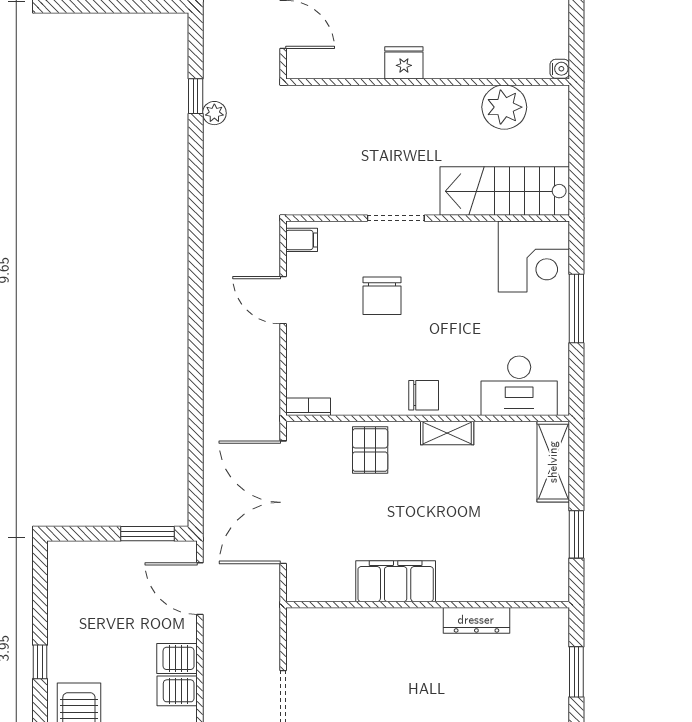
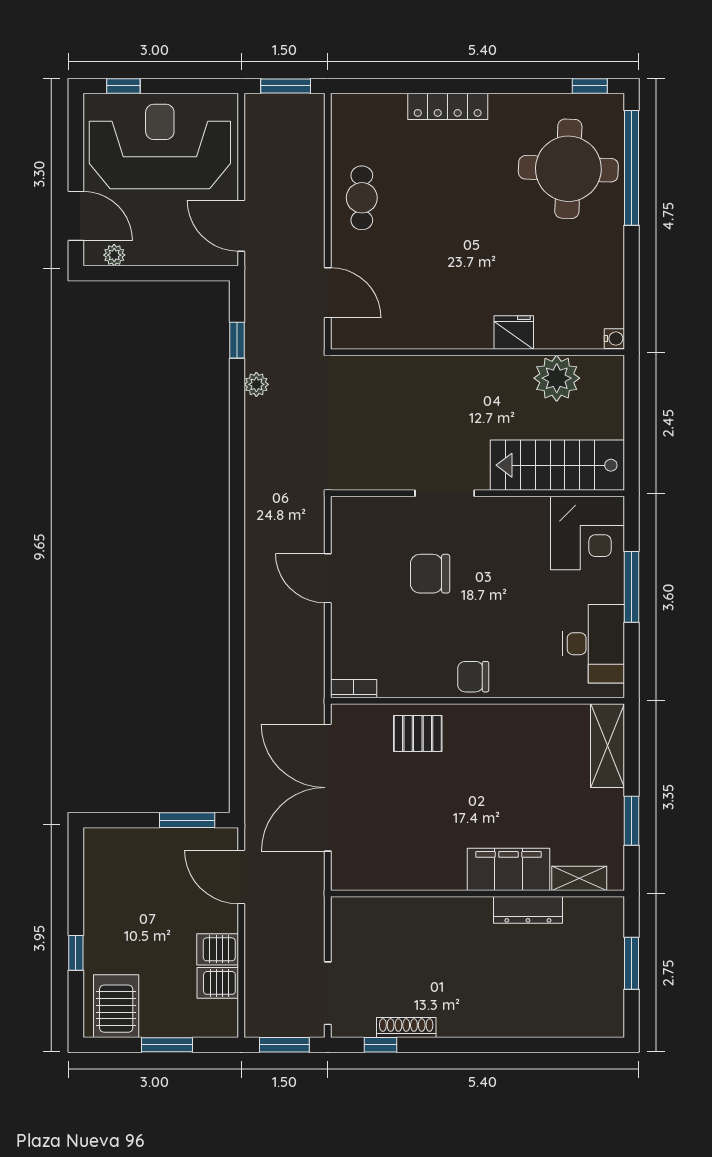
fridge: (404, 63) -> (514, 332), moved
window: (196, 96) -> (237, 340), moved
filing cabinet: (302, 240) -> (347, 516), removed
chair: (382, 296) -> (430, 574), turned 90
desk: (519, 386) -> (593, 644), moved, turned -90
chair: (424, 395) -> (473, 677), turned 180
shelving: (447, 433) -> (579, 878), moved
pallet: (370, 450) -> (418, 733), turned 90
filing cabinet: (396, 581) -> (509, 869), moved

